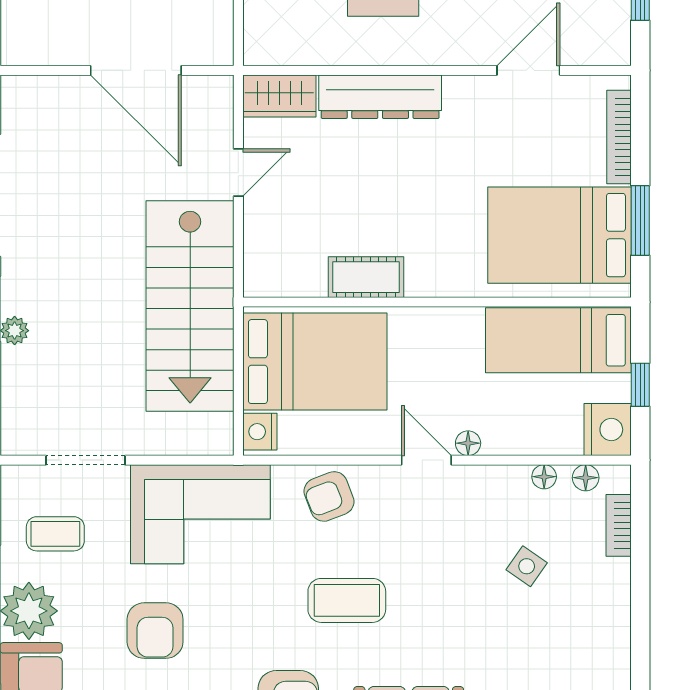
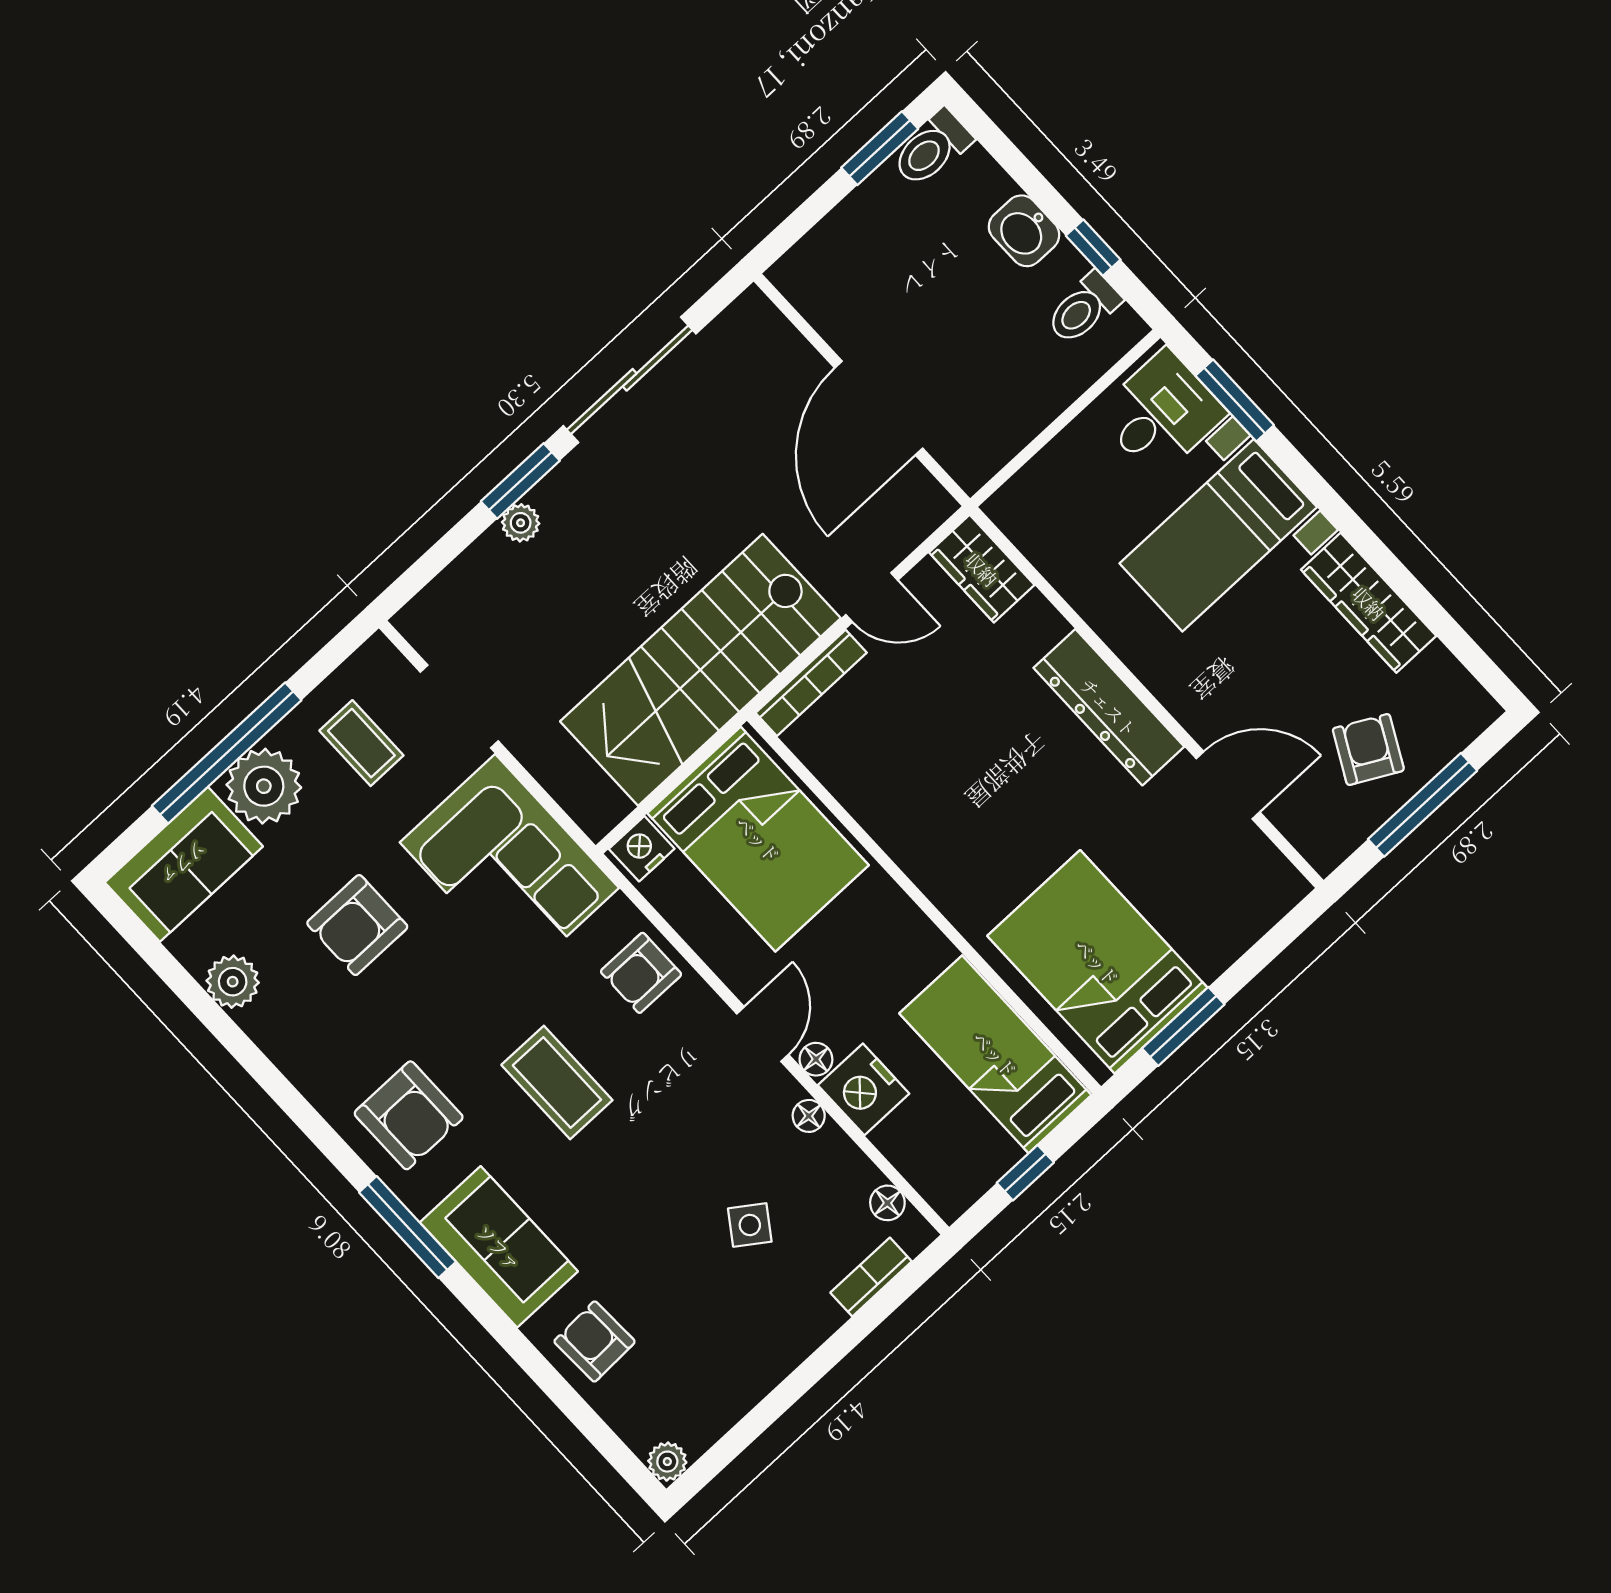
dresser: (380, 97) -> (1109, 707), moved
bookcase: (619, 137) -> (811, 683), moved, turned 180
cot: (366, 277) -> (885, 813), removed
nightstand: (608, 430) -> (864, 1089), moved, turned 90
floor lamp: (544, 477) -> (809, 1116), moved
armchair: (329, 496) -> (641, 973), turned -69

